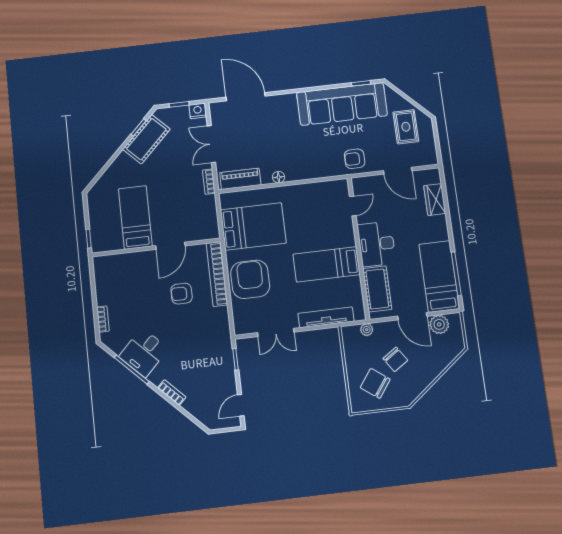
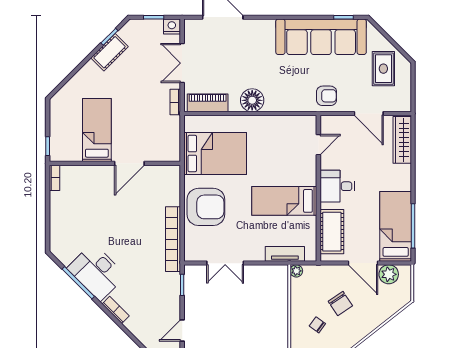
cot: (146, 139) -> (110, 52), width x0.73, depth x0.75
armchair: (355, 159) -> (327, 96), turned 180
floor lamp: (279, 177) -> (252, 100), width x1.89, depth x1.89
wardrobe: (435, 200) -> (402, 140), width x1.50
desk: (377, 244) -> (337, 186), width x0.73
bookcase: (217, 274) -> (173, 239), moved
armchair: (250, 279) -> (206, 207), turned 90
armchair: (182, 294) -> (136, 213), removed
tv unit: (326, 317) -> (285, 254), width x0.71
bookcase: (103, 319) -> (54, 178), moved
plant: (367, 330) -> (296, 271), moved
desk: (144, 353) -> (96, 272), width x1.37
chair: (375, 383) -> (317, 325), width x0.54, depth x0.54

